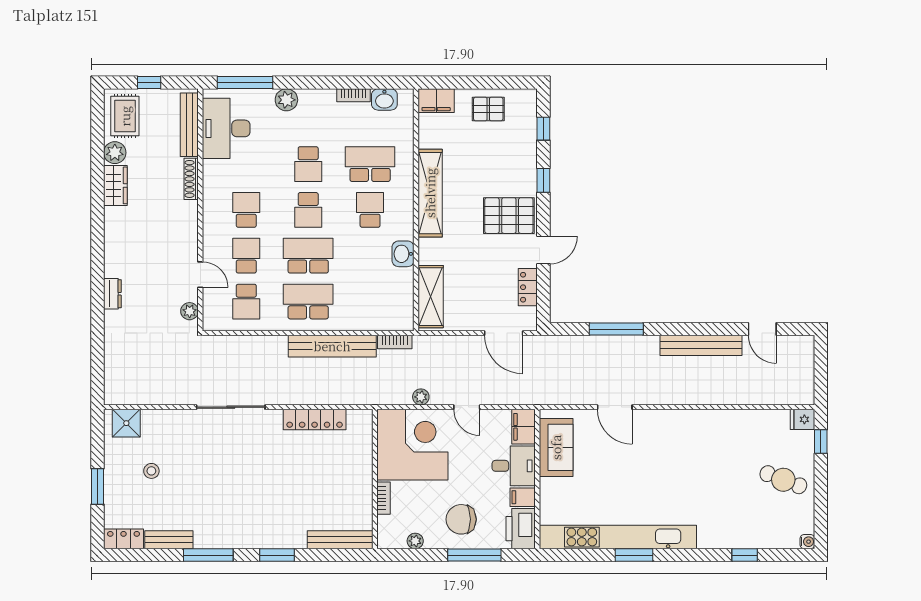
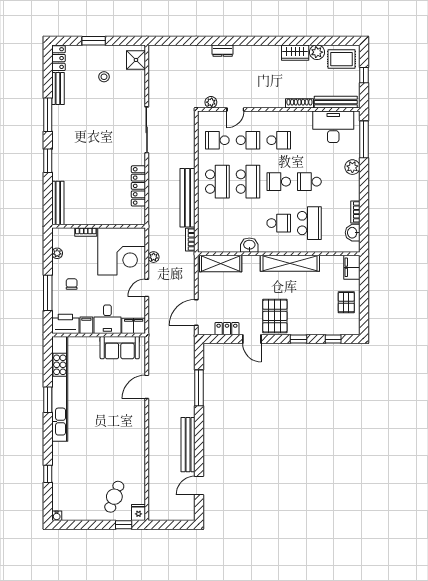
cafe table: (783, 480) -> (114, 497), moved
chair: (461, 519) -> (72, 284), width x0.54, depth x0.54

